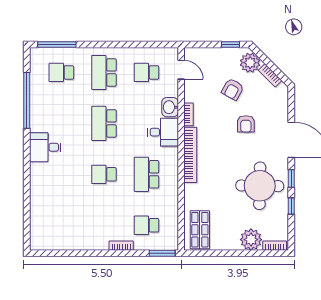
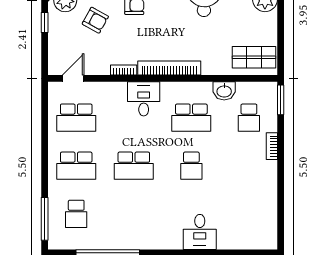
school desk: (146, 72) -> (76, 118), width x1.85
washbasin: (170, 107) -> (224, 91), moved
desk: (45, 147) -> (200, 232), moved

